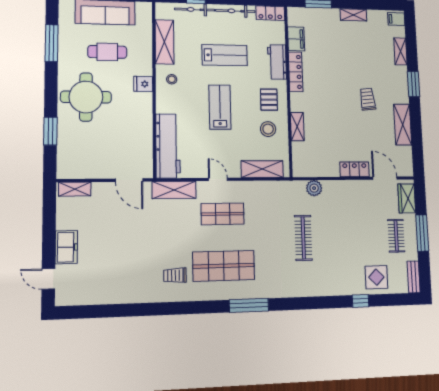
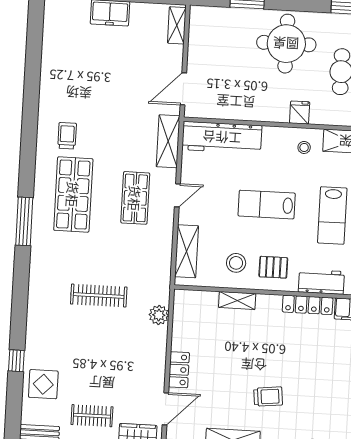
lab bench: (220, 107) -> (267, 205), turned 180

